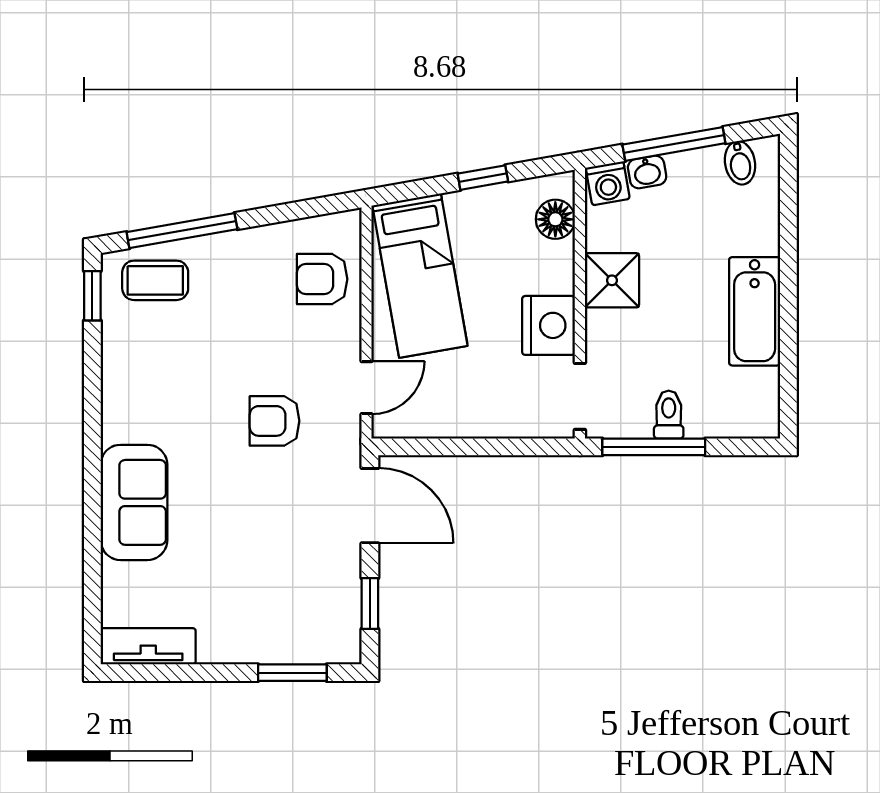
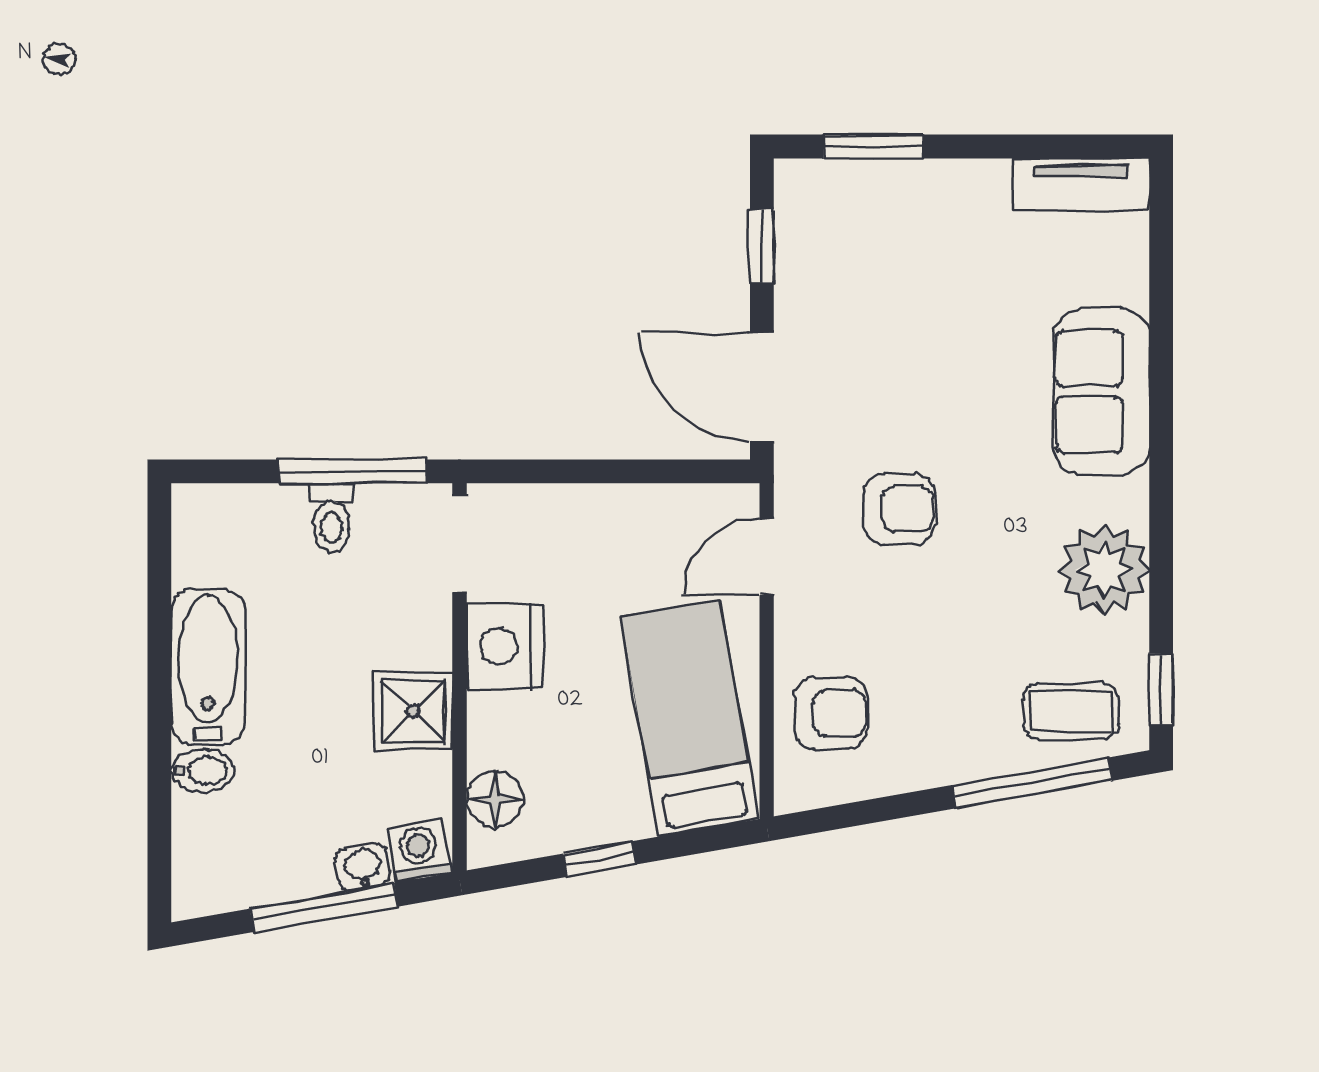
bidet: (740, 163) -> (203, 771), moved, turned 100
plant: (132, 379) -> (1104, 570), added

